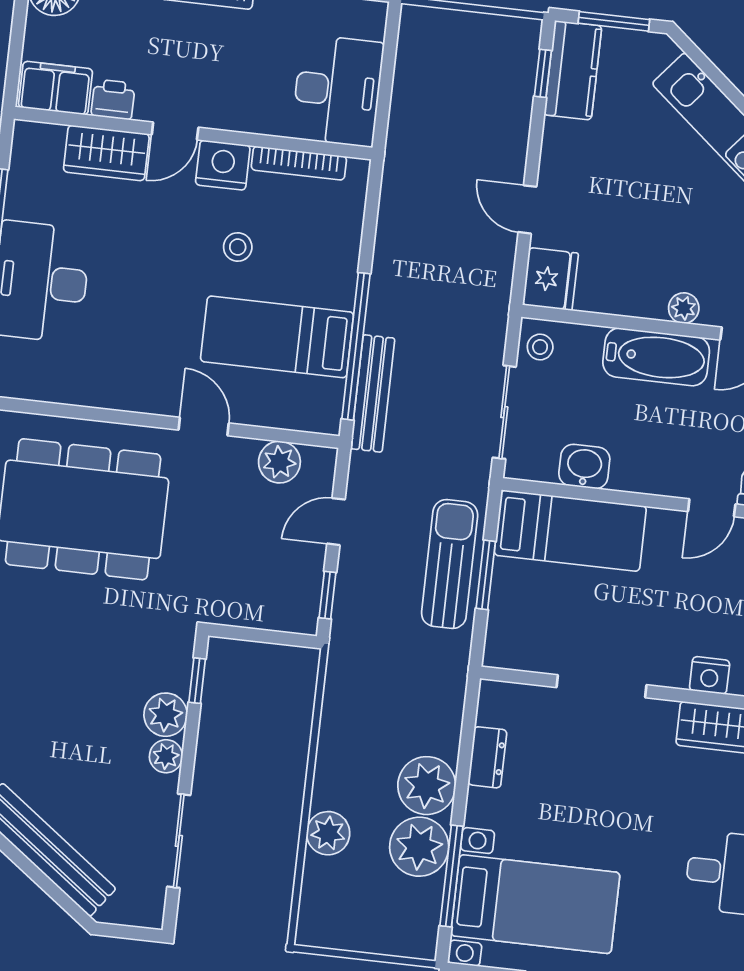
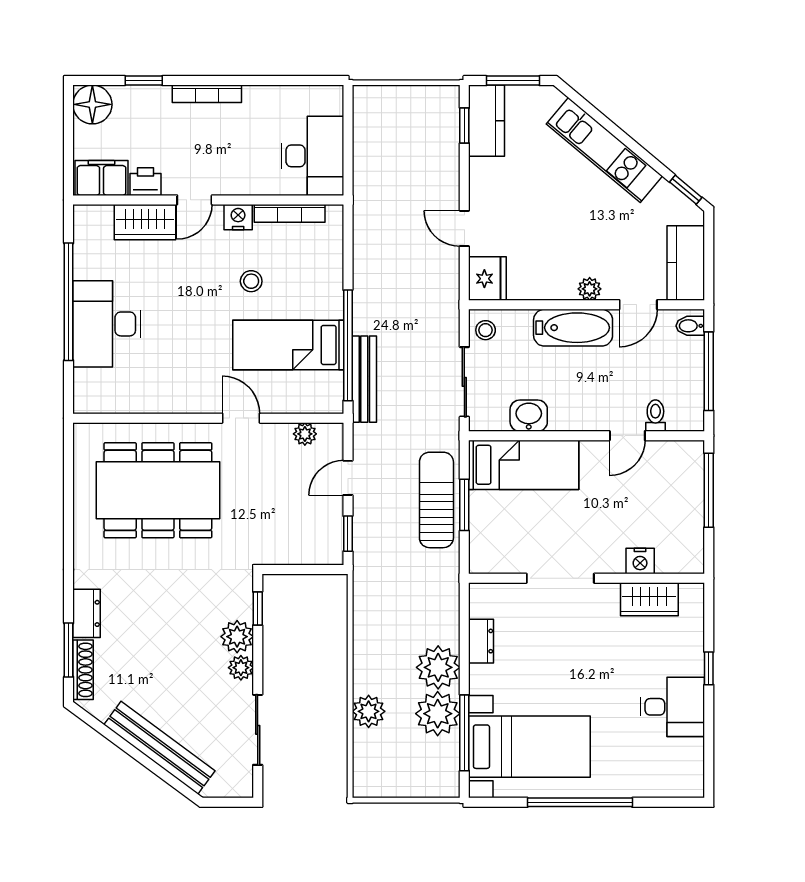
nightstand: (223, 165) -> (238, 217), width x0.74, depth x0.75
plant: (279, 462) -> (305, 434), width x0.73, depth x0.73

